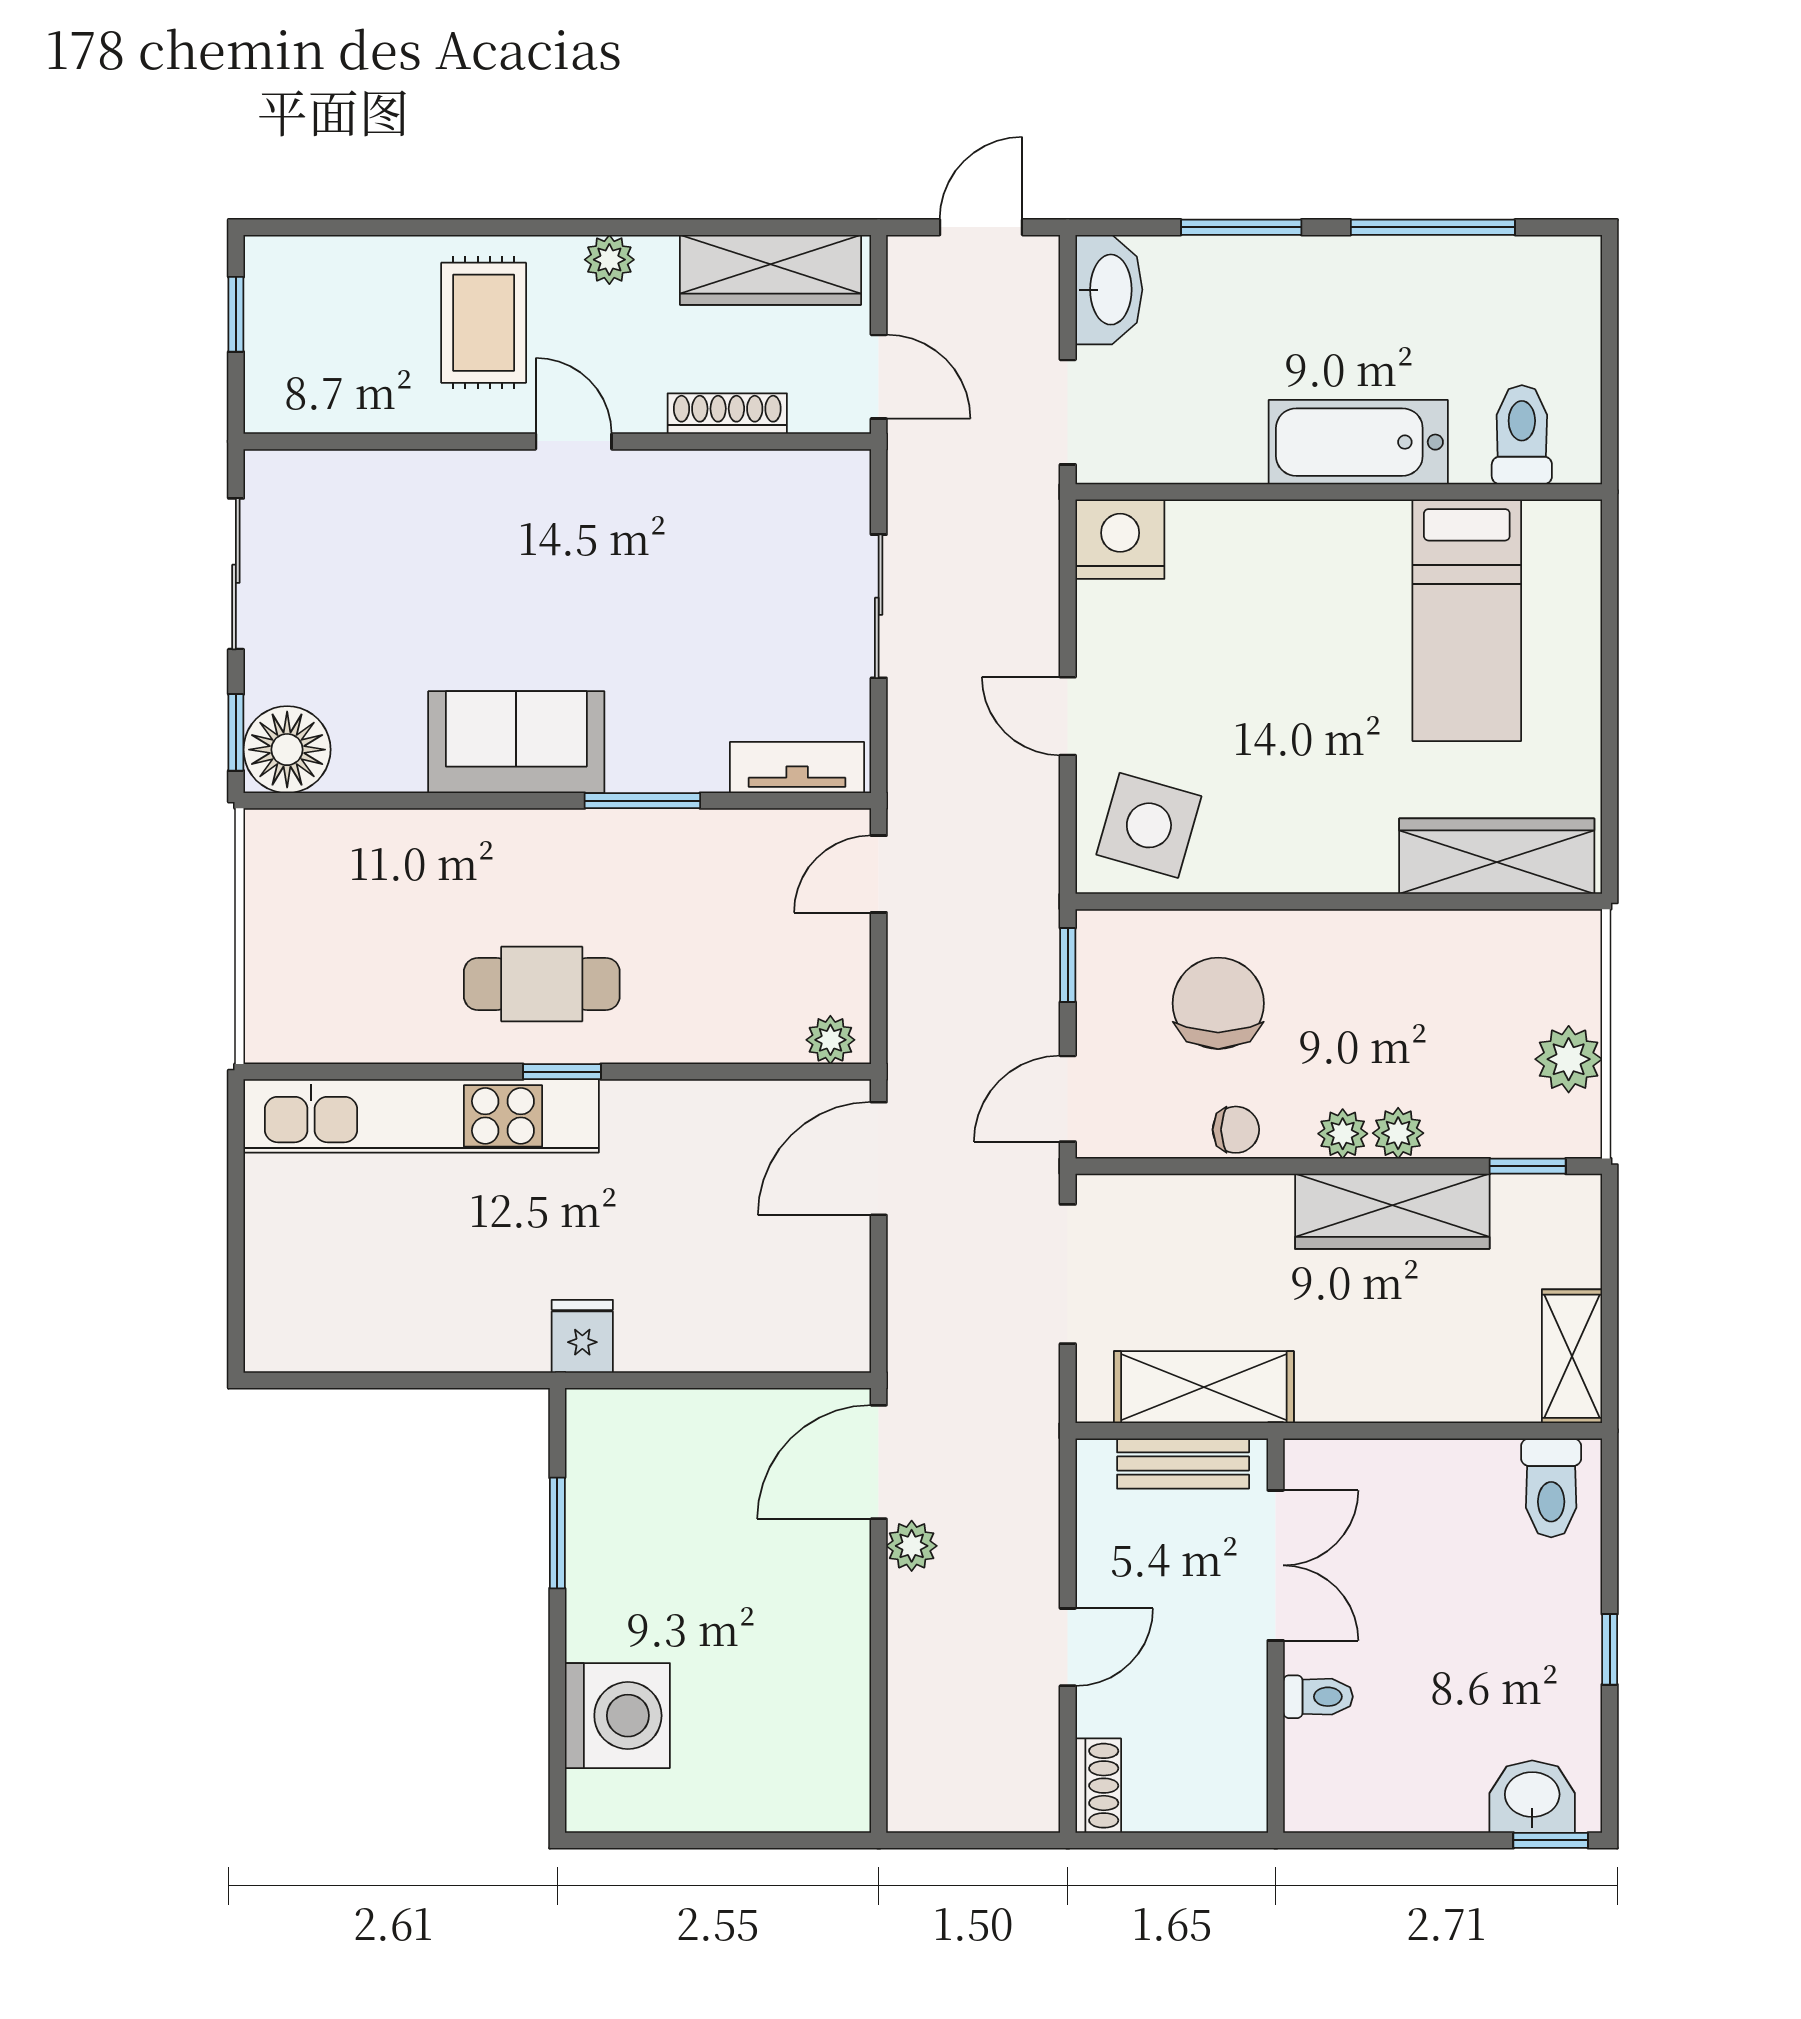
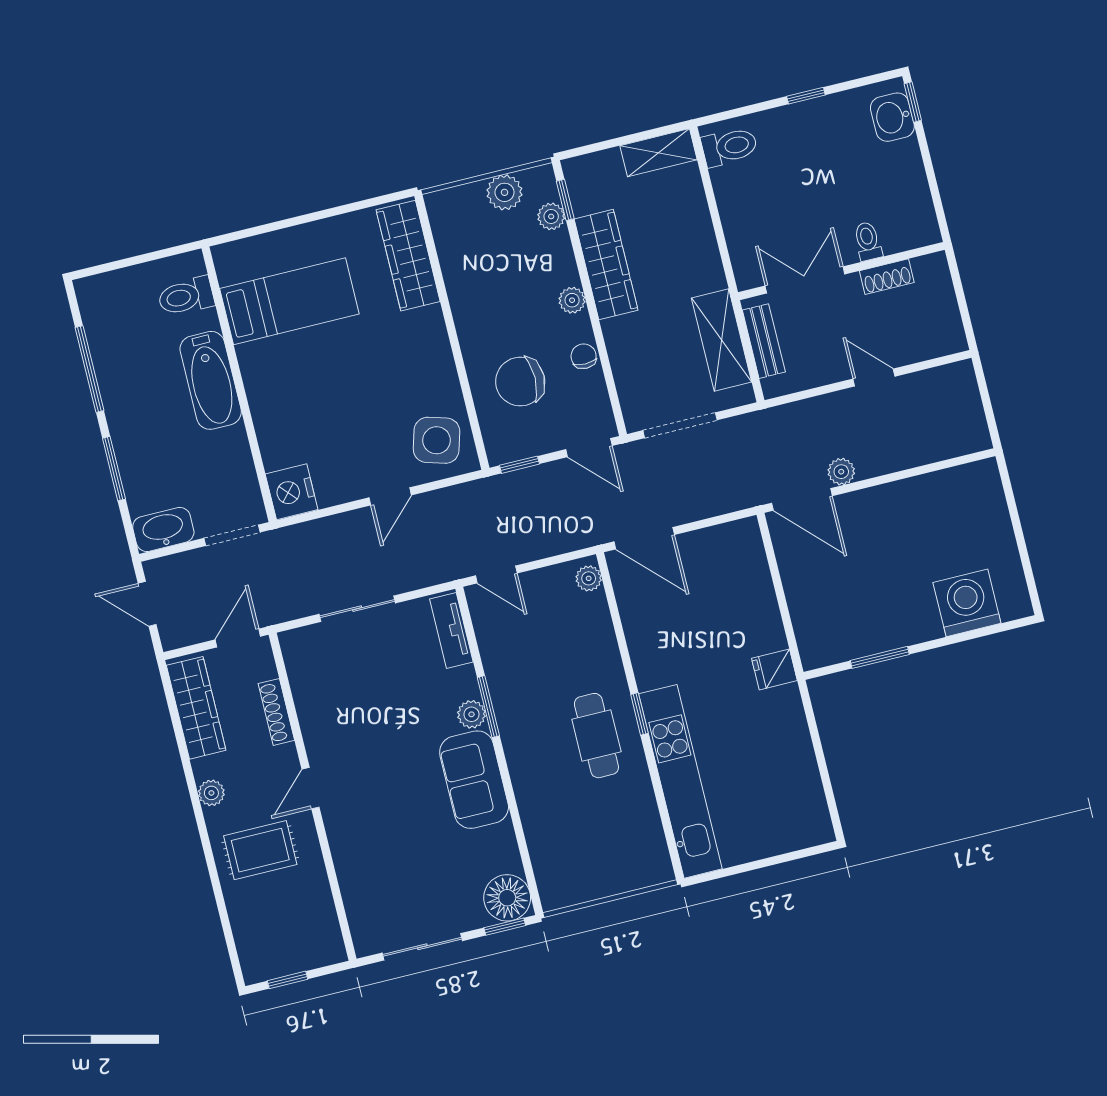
plant: (636, 767) -> (471, 714), added
plant: (1398, 1133) -> (551, 216), moved
shoe rack: (1098, 1786) -> (887, 277), moved, turned 180

